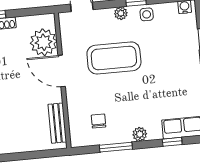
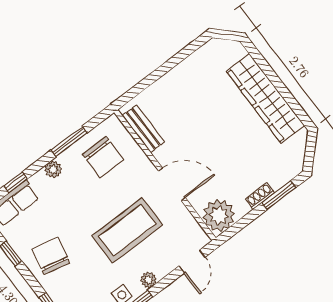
plant: (44, 42) -> (219, 215), moved
chair: (180, 74) -> (51, 256), added
chair: (99, 121) -> (103, 157), width x1.87, depth x1.87

